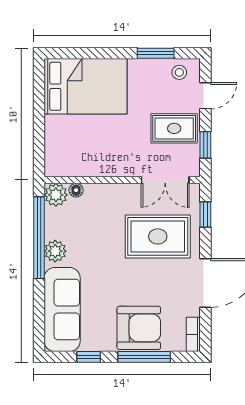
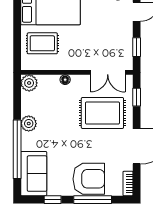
rug: (174, 128) -> (42, 43), moved
floor lamp: (76, 190) -> (65, 80), moved
window: (39, 238) -> (17, 149), moved
sofa: (62, 310) -> (34, 174), width x0.73

